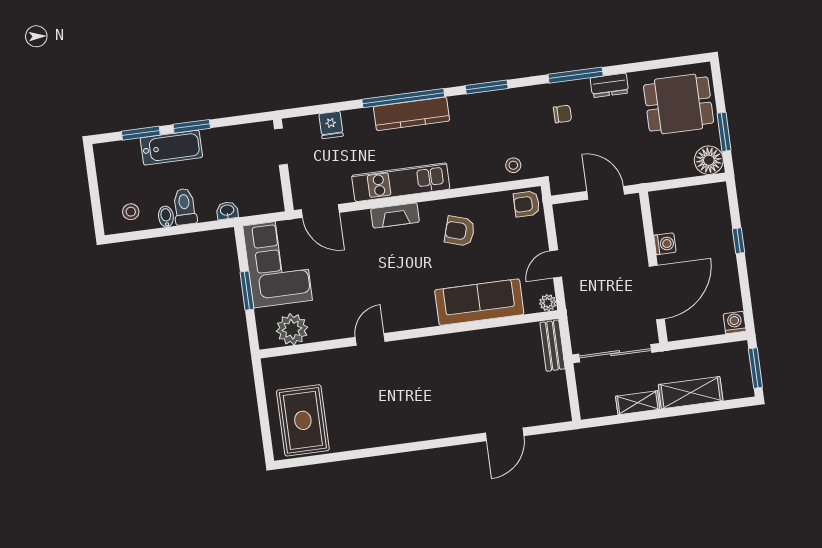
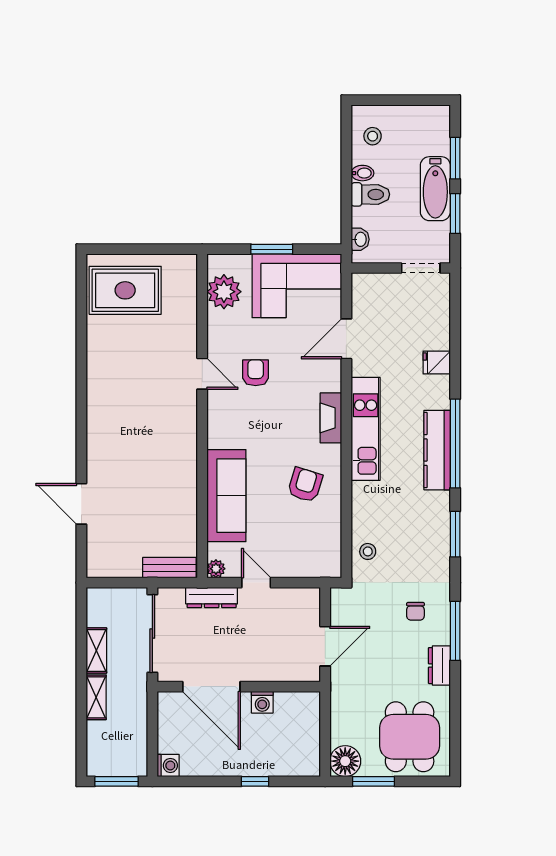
doorway: (281, 147) -> (421, 268), moved
wall: (283, 165) -> (401, 268), moved
armchair: (527, 204) -> (256, 373), moved
dresser: (575, 303) -> (212, 597), added
shelving: (691, 393) -> (96, 697), width x0.67, depth x0.75

